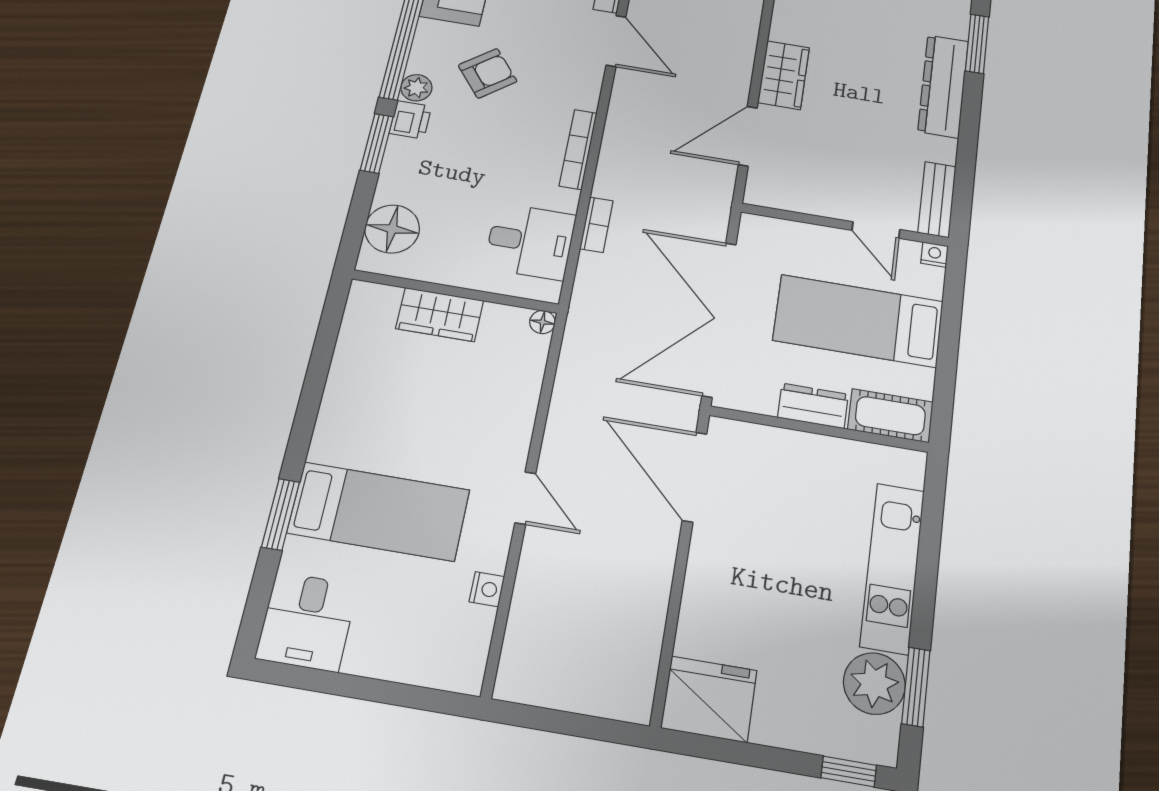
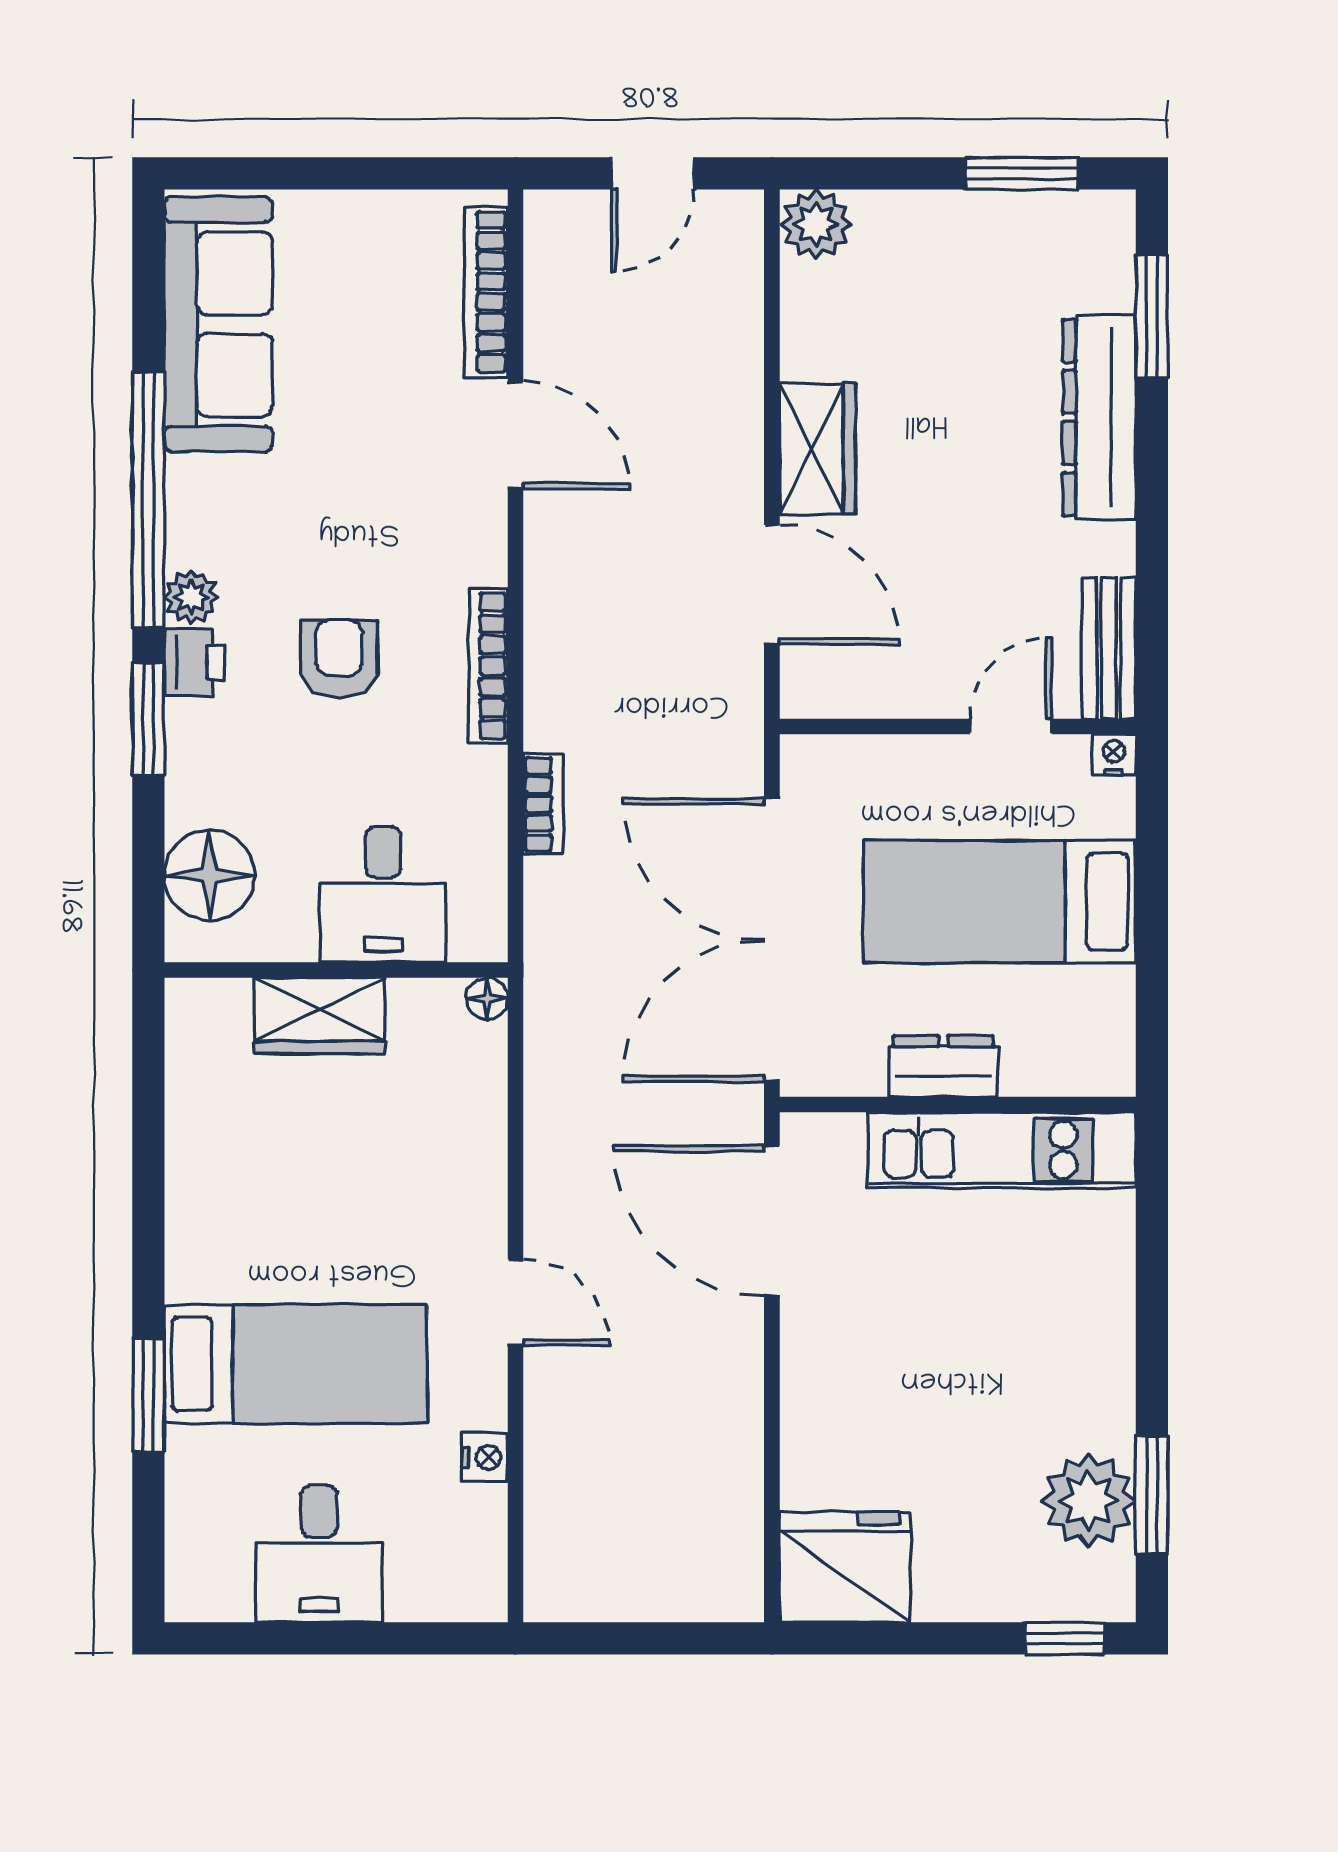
armchair: (488, 73) -> (339, 659), moved, turned -52
door: (748, 136) -> (772, 585), swing flipped
door: (876, 230) -> (1011, 726), swing flipped
desk: (530, 241) -> (383, 894), moved, turned 90
cot: (890, 416) -> (1069, 1061), removed
kitchen unit: (892, 568) -> (1002, 1150), moved, turned -90
desk: (307, 622) -> (319, 1554), moved

